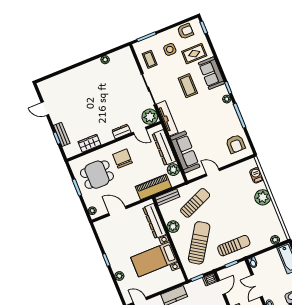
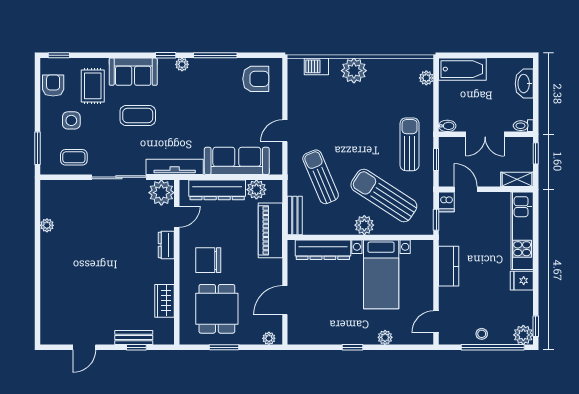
plant: (173, 227) -> (364, 225), moved

